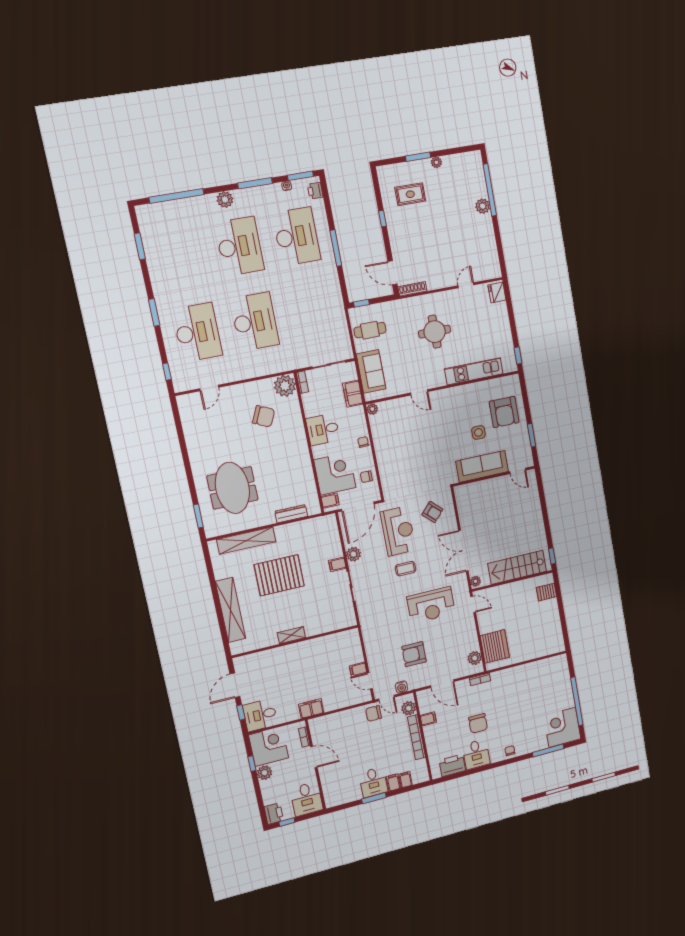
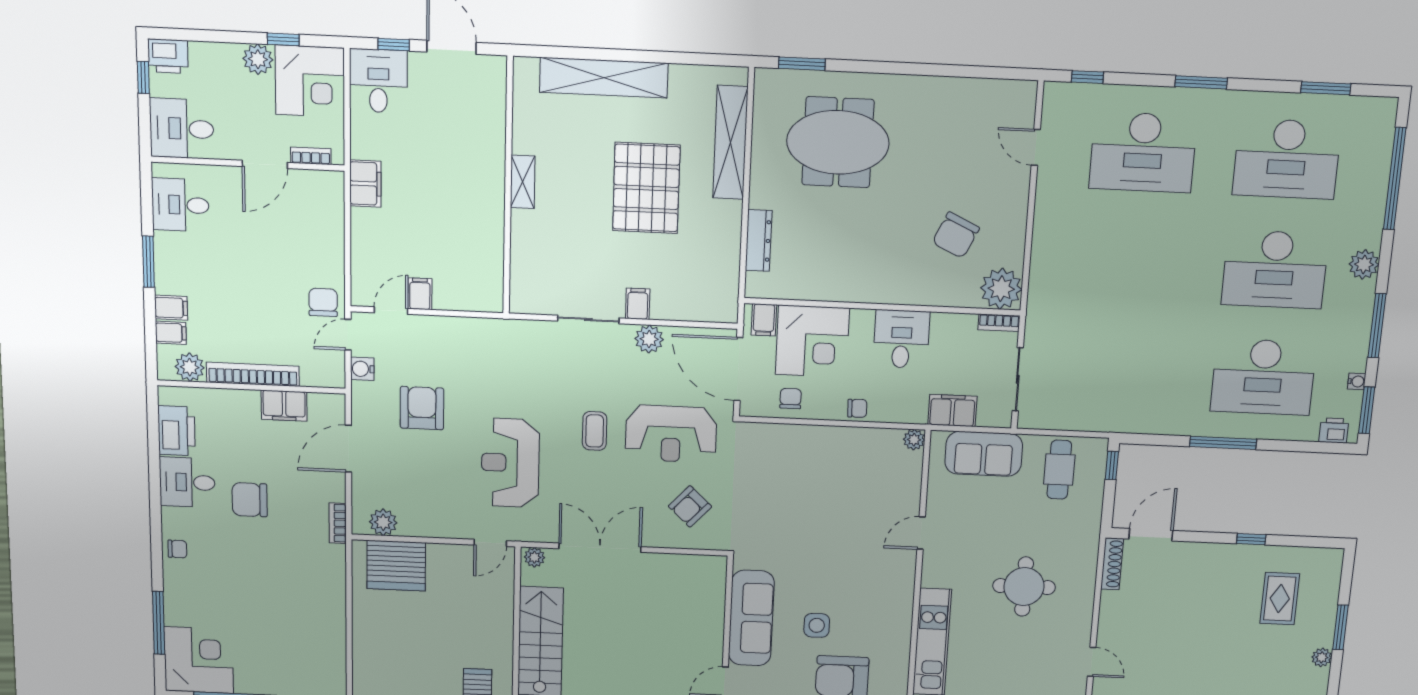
desk: (255, 322) -> (1287, 159), moved
plant: (409, 708) -> (190, 367), moved
filing cabinet: (428, 719) -> (284, 406), width x2.00
desk: (373, 782) -> (180, 205), moved

